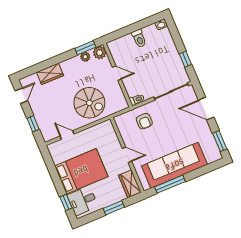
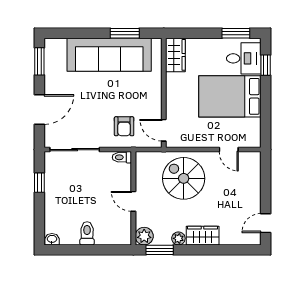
plant: (85, 57) -> (178, 238), moved
wardrobe: (50, 74) -> (203, 236), moved
door: (206, 109) -> (39, 109), hinge flipped
armchair: (144, 121) -> (124, 126), turned 180
window: (33, 124) -> (266, 182), removed
door: (127, 155) -> (164, 130), moved
window: (170, 184) -> (125, 33), width x0.69
window: (114, 208) -> (236, 33), moved

